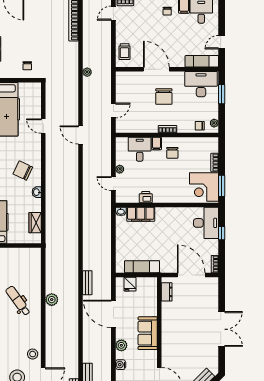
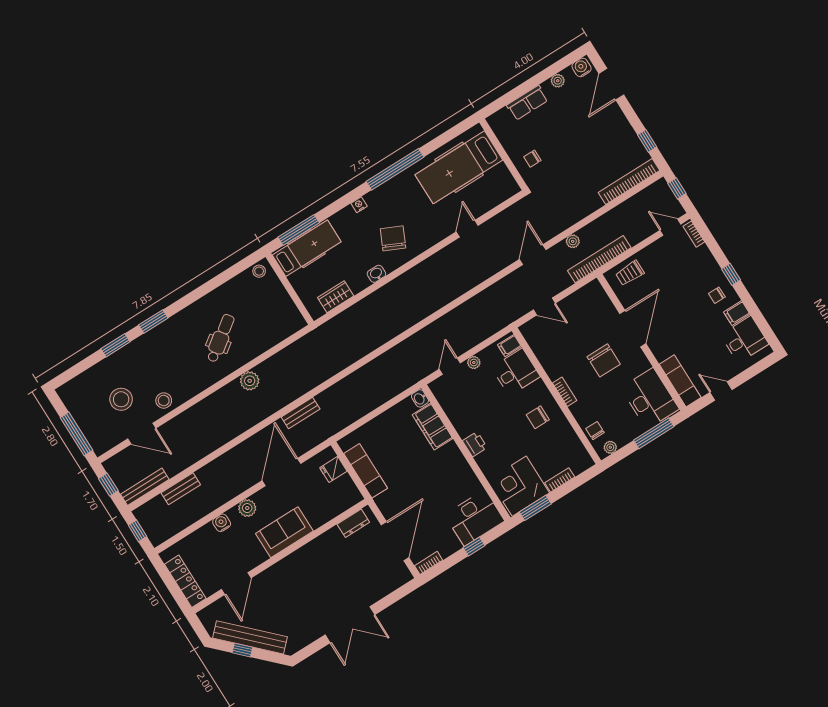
bookcase: (106, 64) -> (599, 259), added
window: (222, 94) -> (654, 433), width x1.44
chair: (164, 97) -> (604, 360), turned -90
door: (81, 135) -> (533, 255), moved
filing cabinet: (157, 143) -> (510, 346), moved
printer: (146, 197) -> (475, 444), moved

